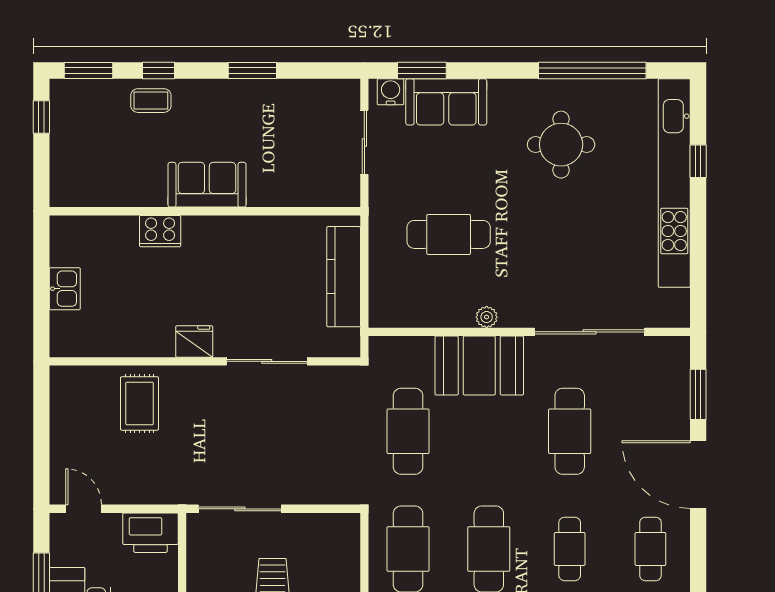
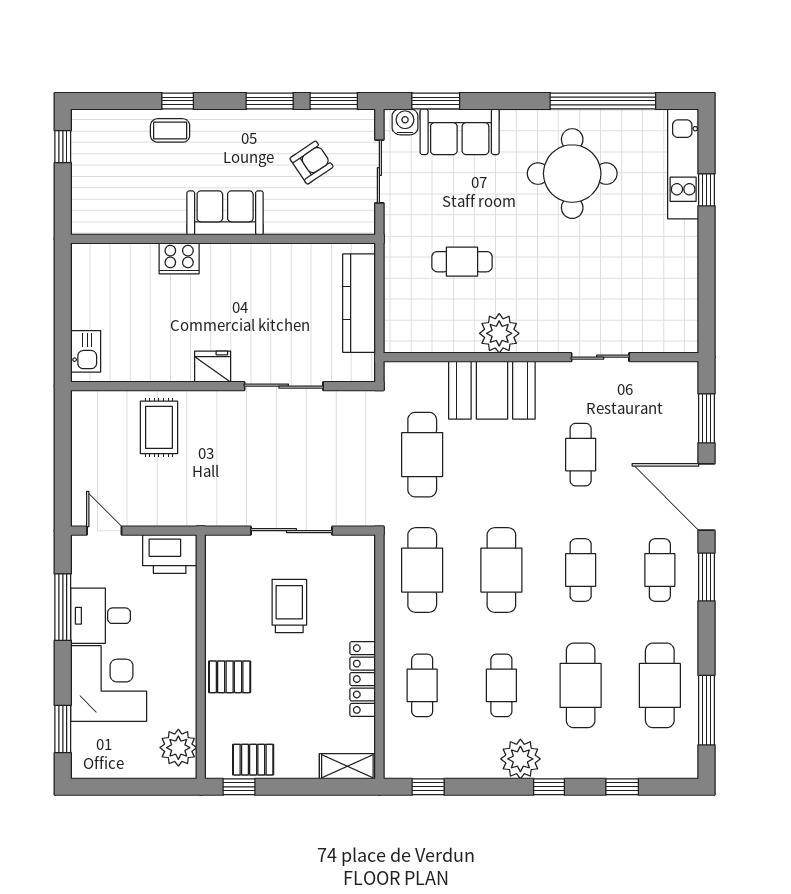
window: (89, 71) -> (334, 101), moved
armchair: (295, 133) -> (311, 163), added
round table: (561, 145) -> (572, 174), width x1.36, depth x1.36
kitchen unit: (674, 183) -> (683, 164), width x0.54
cafe table: (449, 234) -> (462, 262), width x0.73, depth x0.74
kitchen sink: (65, 289) -> (86, 351), moved
plant: (487, 317) -> (499, 333), width x1.88, depth x1.88
sliding door: (590, 332) -> (600, 357), width x0.54
cafe table: (570, 431) -> (581, 455), width x0.73, depth x0.74
sliding door: (240, 509) -> (291, 531), moved
window: (698, 556) -> (707, 577), added

